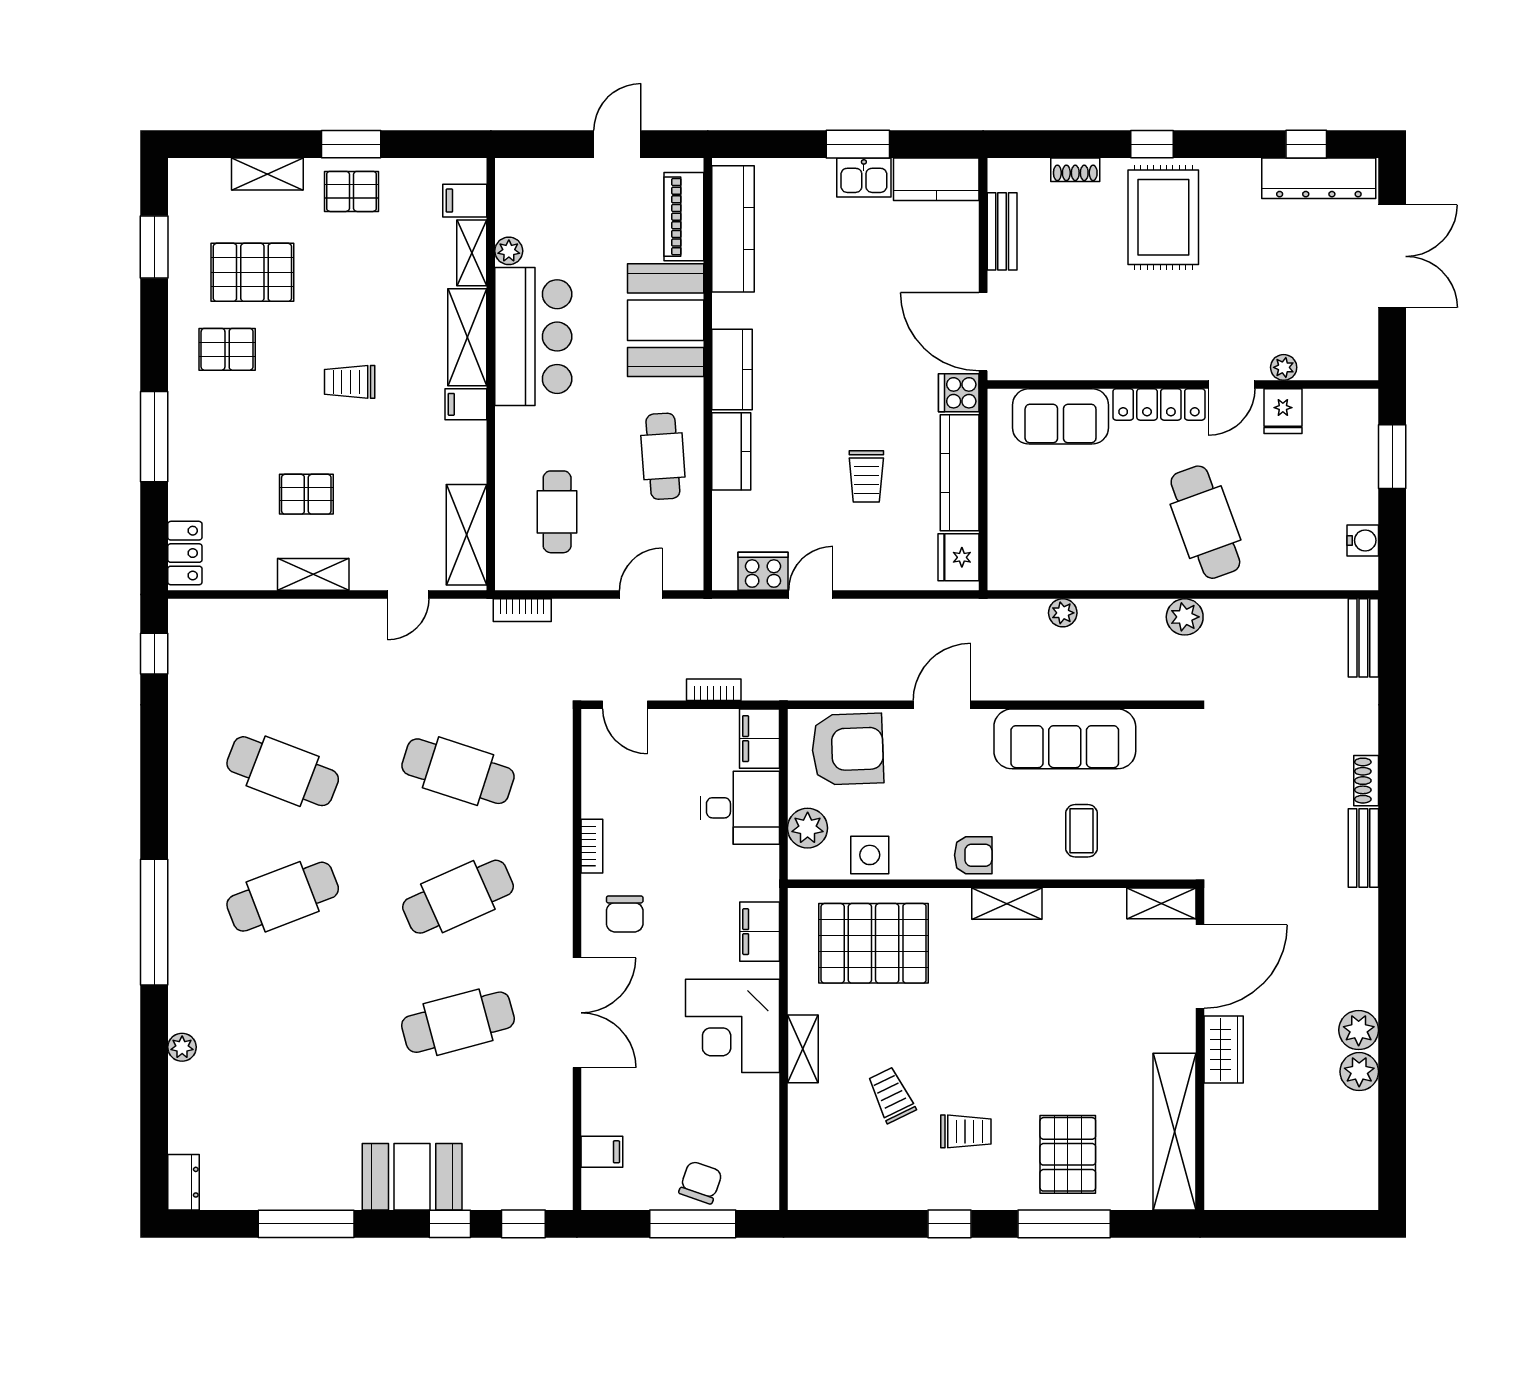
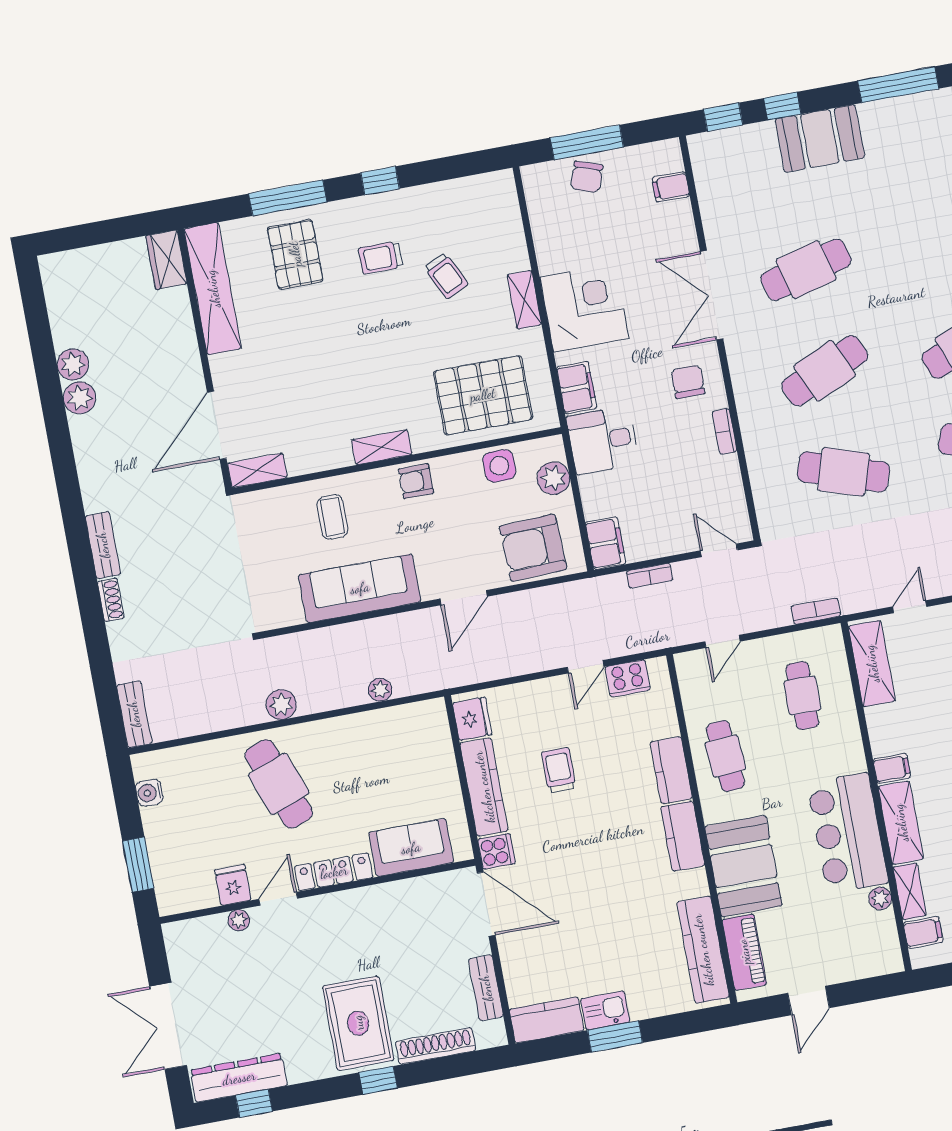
shoe rack: (1075, 170) -> (436, 1046), width x1.94, depth x1.24
desk: (740, 808) -> (603, 440), moved
wardrobe: (1224, 1049) -> (166, 260), moved

